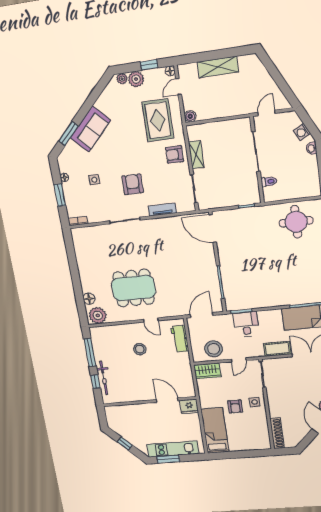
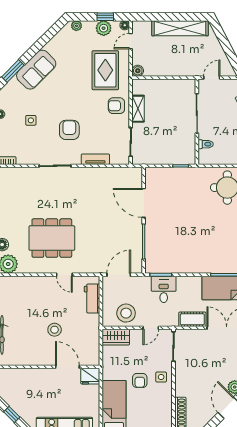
shelving: (218, 67) -> (180, 28), width x1.47
plant: (136, 79) -> (104, 28), moved
door: (213, 228) -> (144, 203), moved
stool: (140, 349) -> (55, 330), moved

